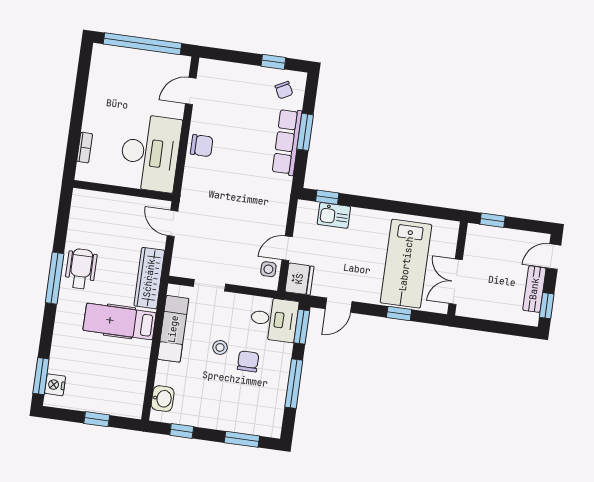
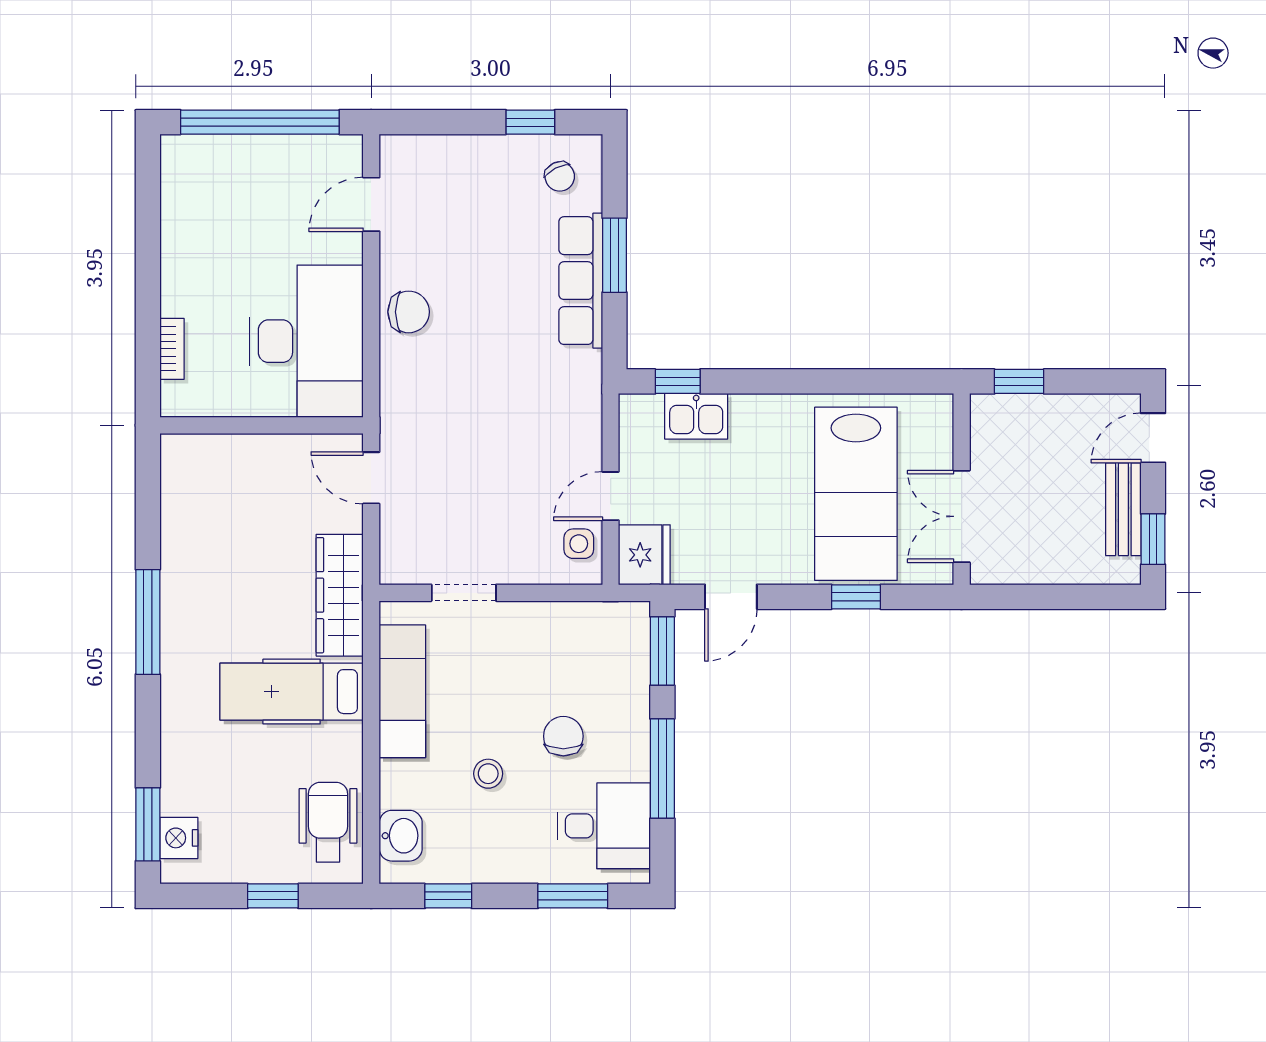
wheelchair: (81, 269) -> (328, 822), moved
desk: (274, 319) -> (604, 826), moved
stool: (220, 347) -> (488, 774), moved

